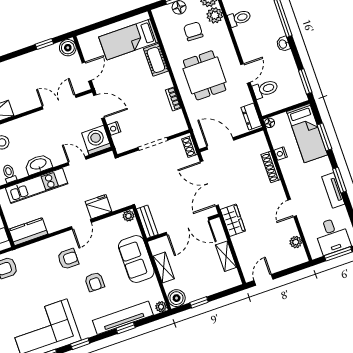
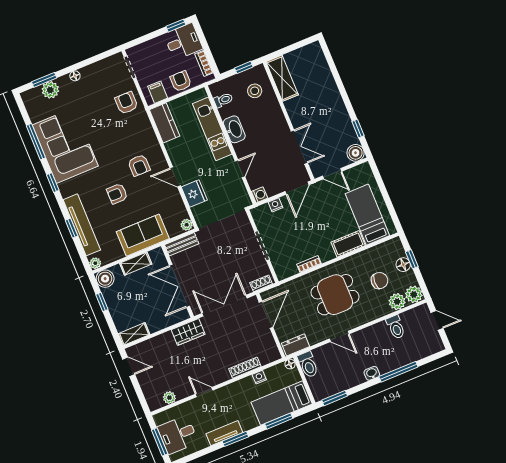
toilet: (265, 89) -> (308, 365), moved
washing machine: (96, 140) -> (260, 195), width x0.53, depth x0.53
shelving: (226, 256) -> (134, 334), moved

